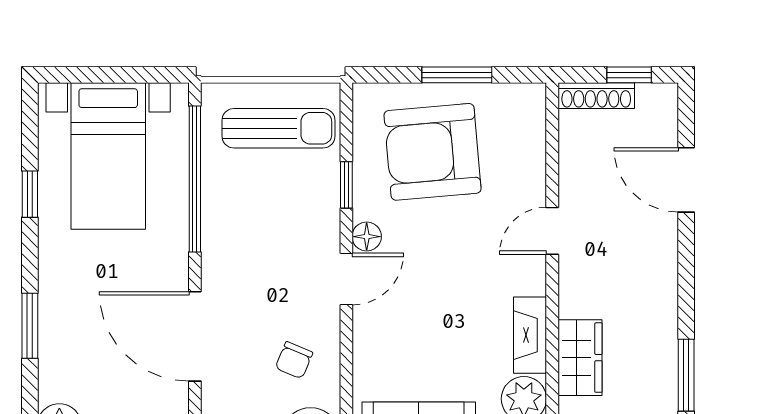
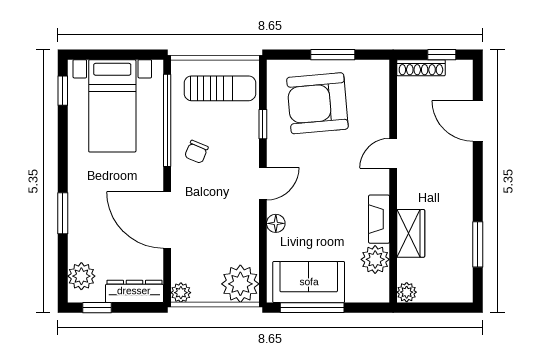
window: (30, 194) -> (63, 91), moved
floor lamp: (367, 237) -> (276, 223), moved
chair: (294, 360) -> (196, 152), moved

